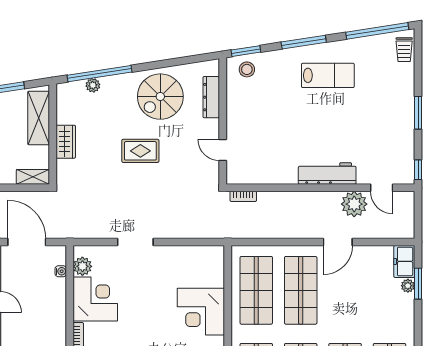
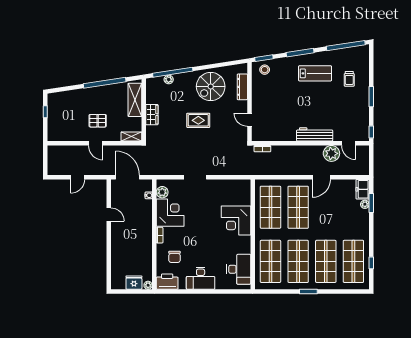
trolley: (404, 50) -> (349, 79), moved

